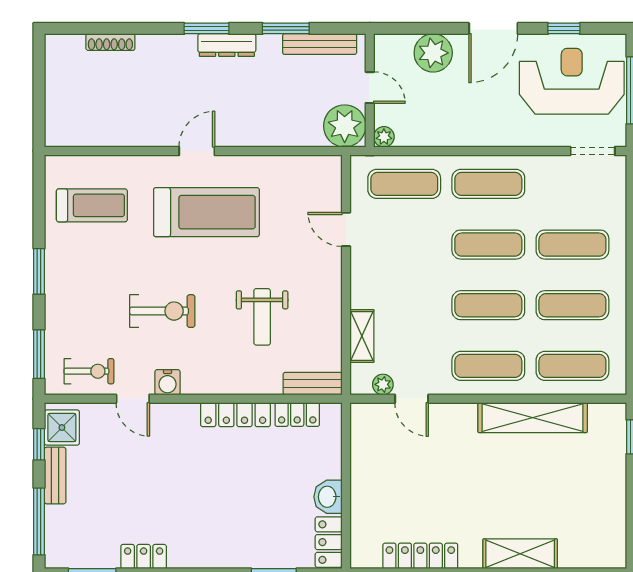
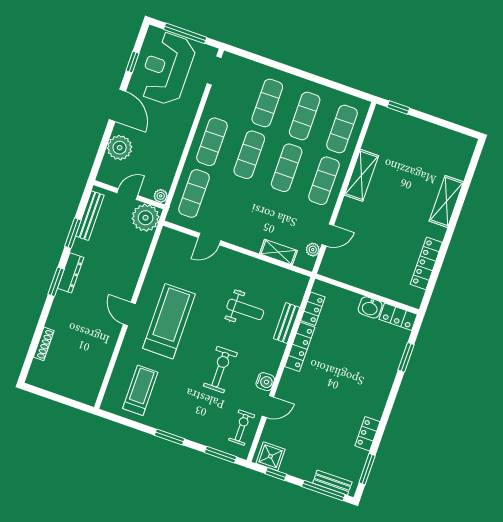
bench: (313, 384) -> (287, 323), moved
shelving: (533, 418) -> (362, 175), width x0.68
bench: (55, 476) -> (332, 483), moved

